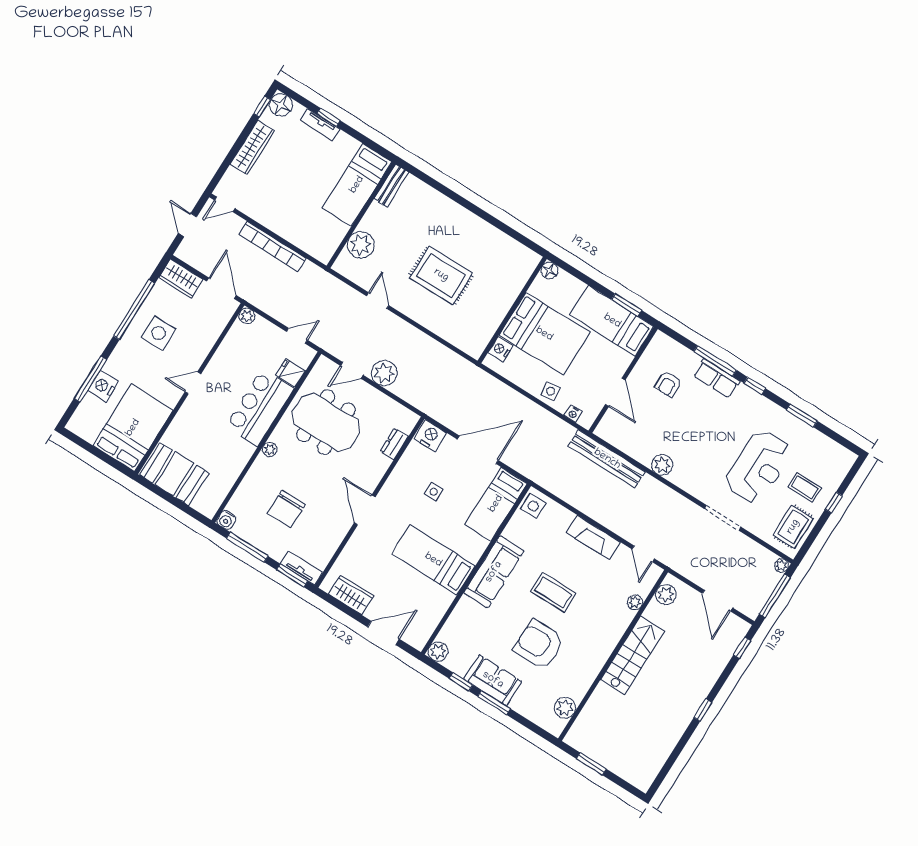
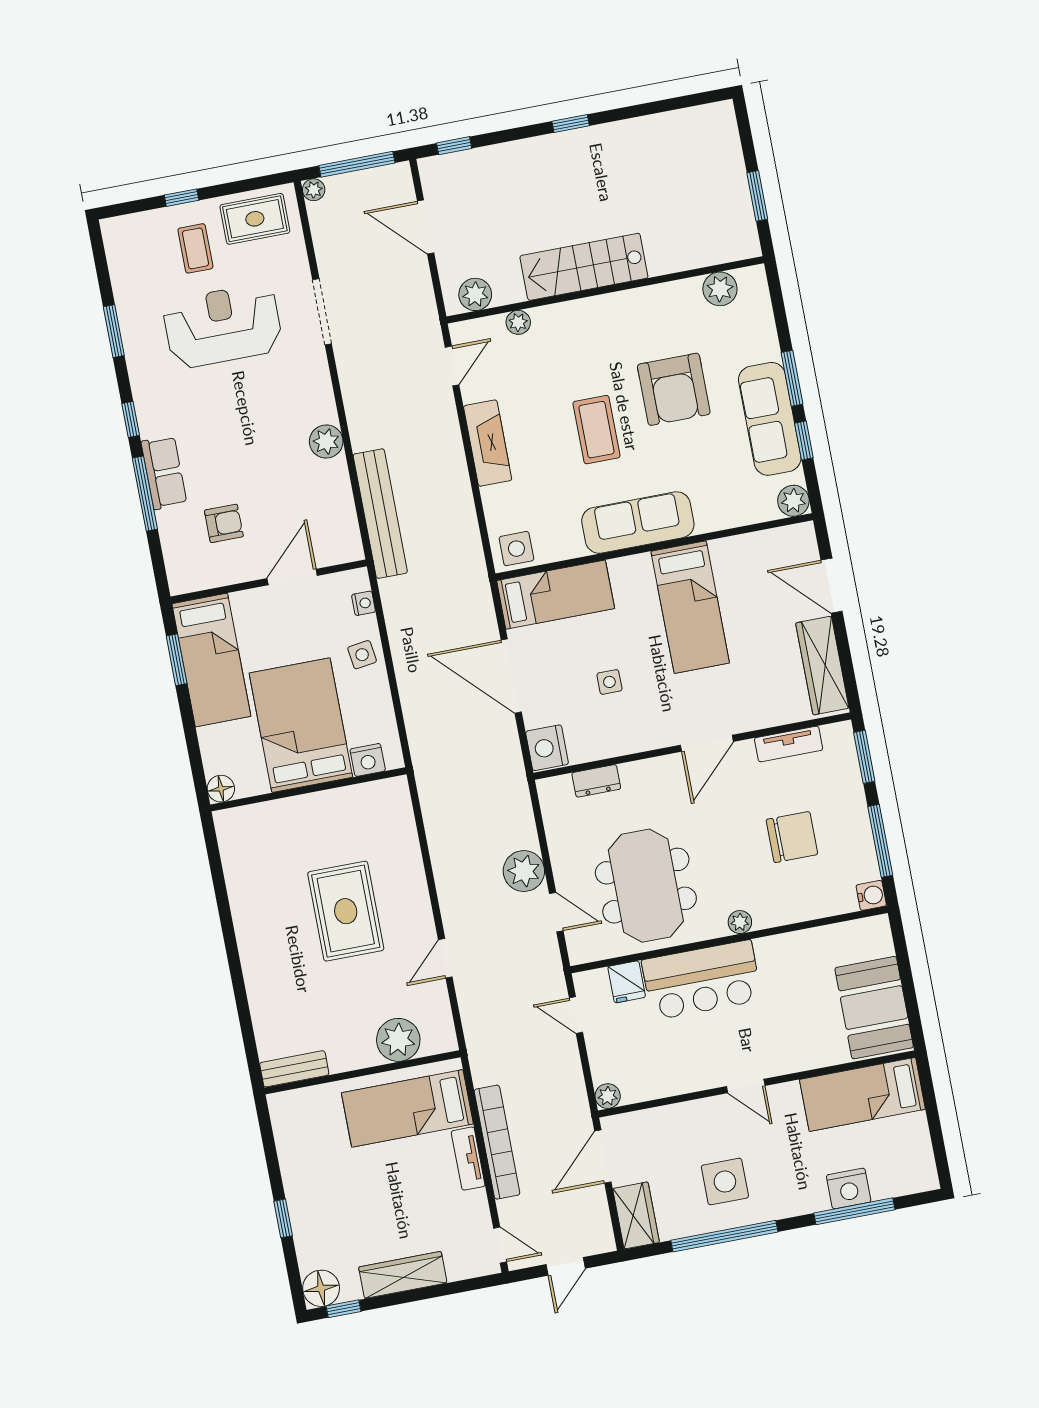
tv unit: (320, 125) -> (468, 1159), moved, turned 180
bed: (357, 185) -> (407, 1108), moved, turned 180
bed: (133, 428) -> (862, 1094), width x0.67
tv unit: (302, 568) -> (789, 744), moved, turned -90
wardrobe: (351, 595) -> (822, 666), width x1.50
door: (717, 601) -> (426, 227), swing flipped
sofa: (493, 680) -> (770, 419), width x1.36

